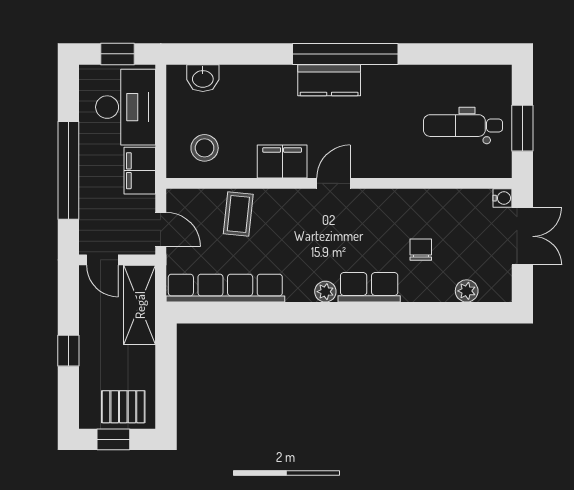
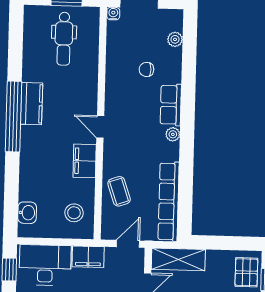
kitchen counter: (329, 80) -> (31, 104), moved
coffee table: (238, 214) -> (119, 191), turned 65

